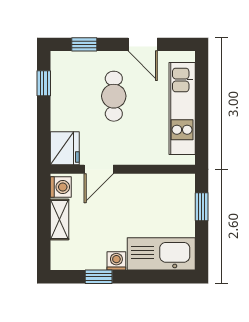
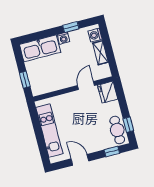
cafe table: (114, 96) -> (117, 130), moved
washing machine: (61, 187) -> (95, 35), moved

